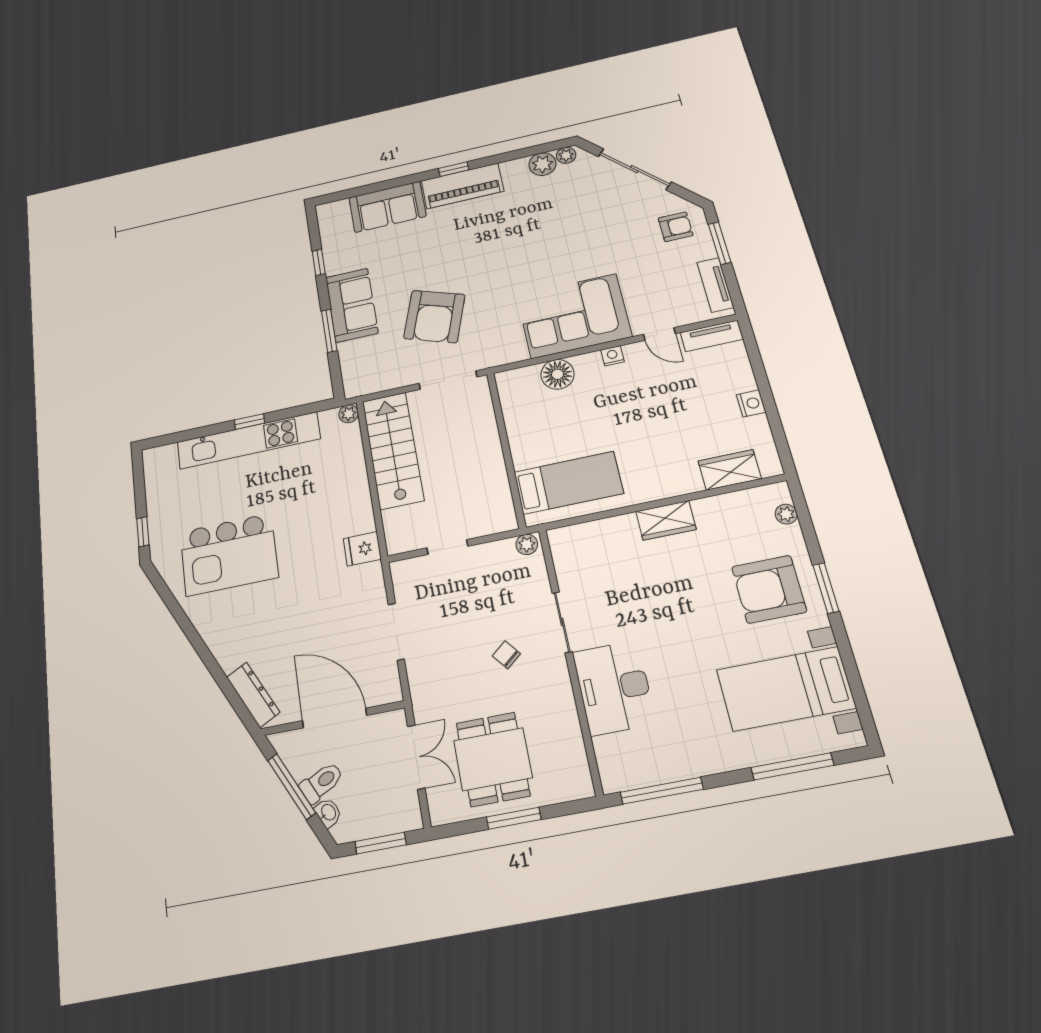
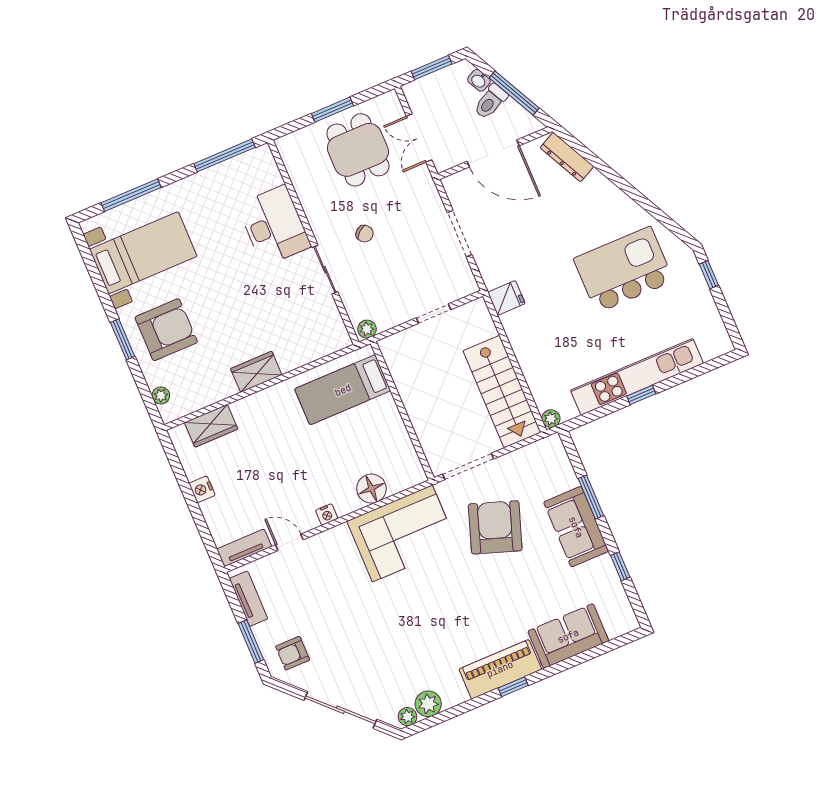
corner sofa: (574, 316) -> (402, 533), moved

